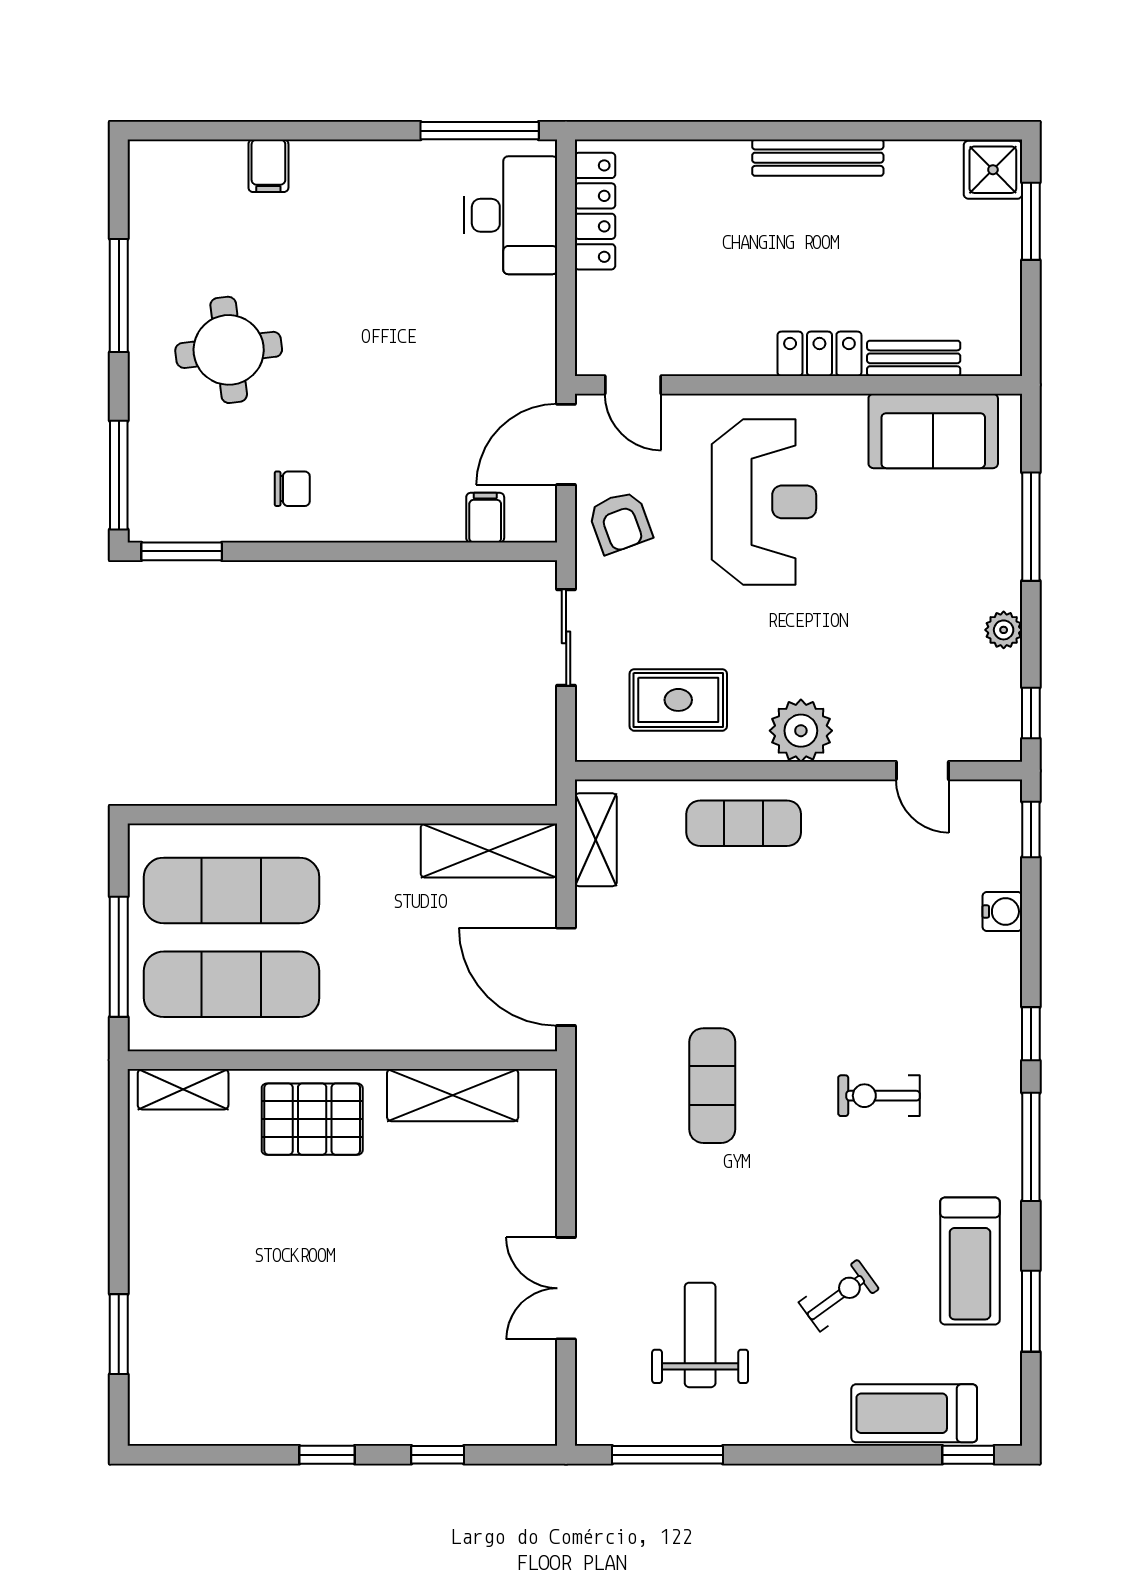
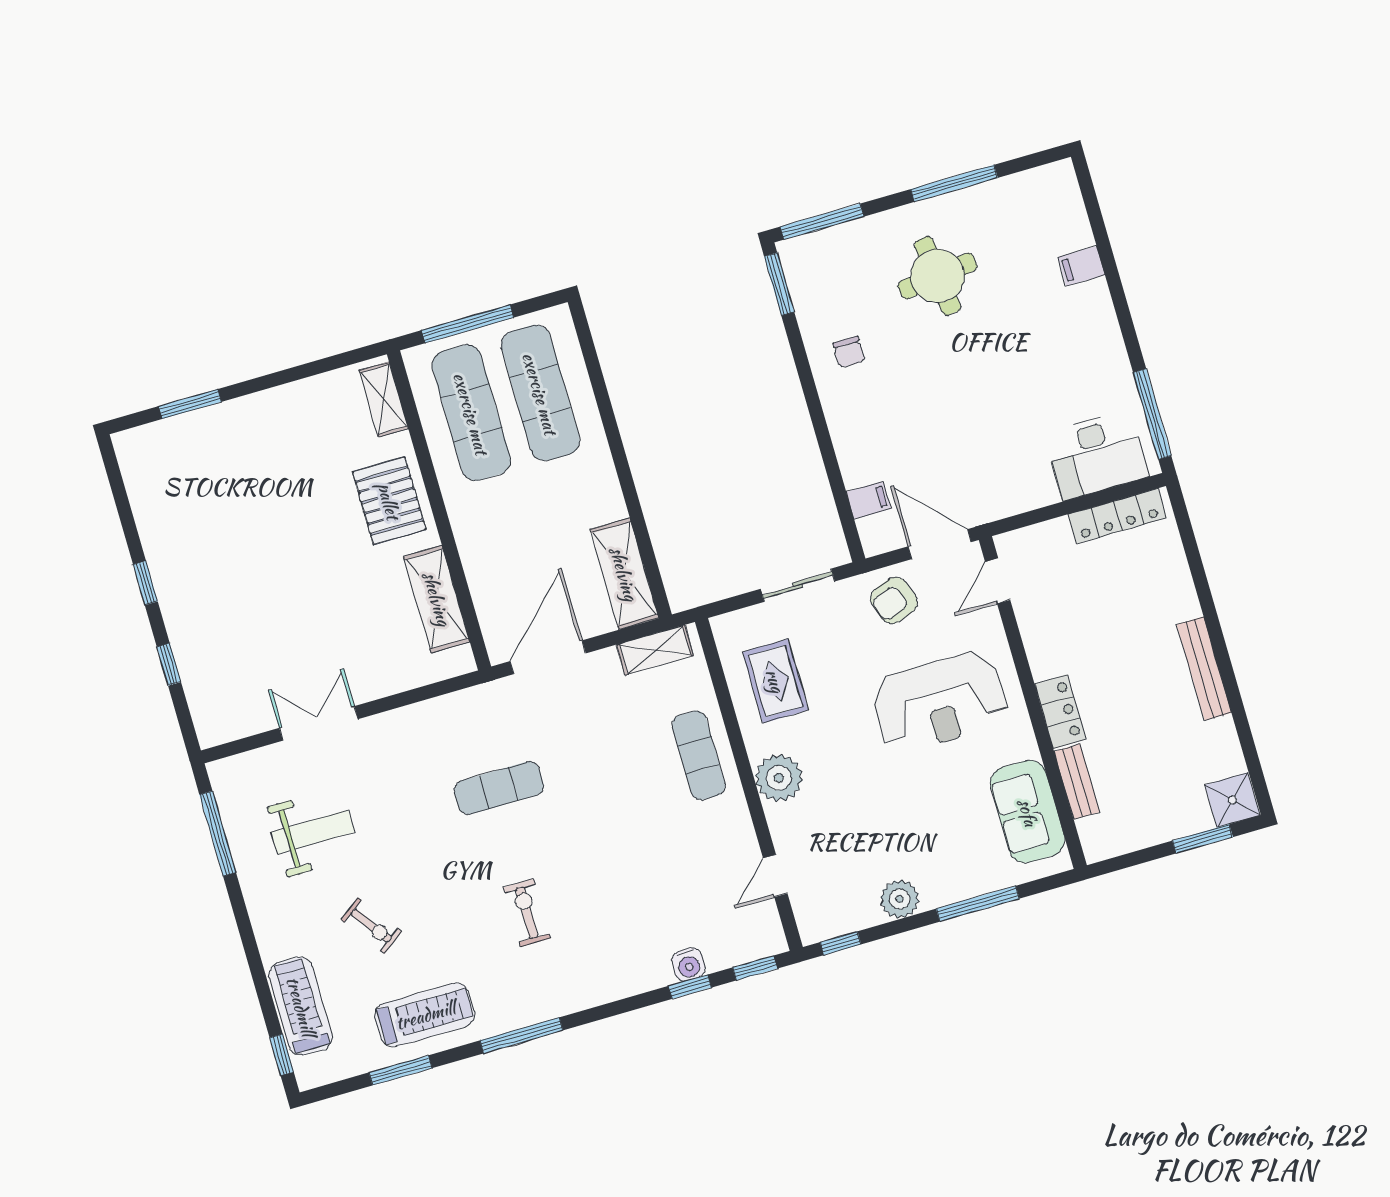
plant: (1004, 630) -> (900, 899), width x1.38, depth x1.38
window: (1031, 1034) -> (690, 987), moved
treadmill: (970, 1261) -> (425, 1015), turned 180

